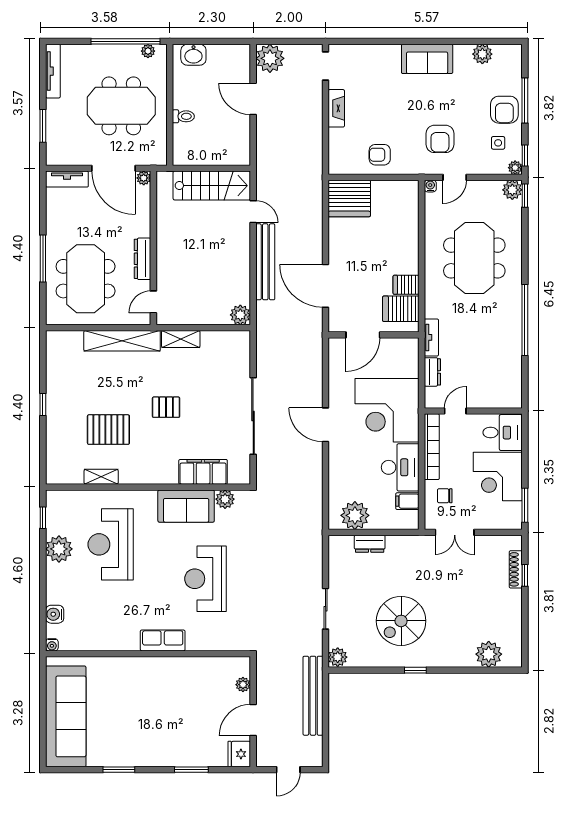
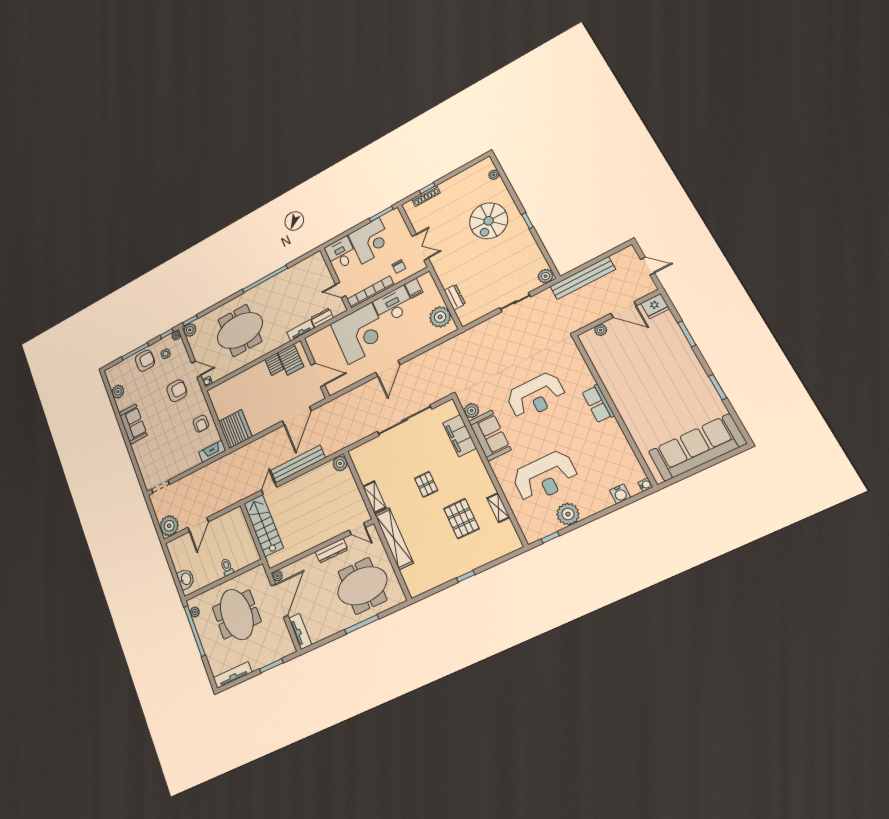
fireplace: (336, 108) -> (212, 451), moved
spiral stairs: (401, 621) -> (489, 221), moved, turned 90
plant: (489, 654) -> (494, 175), width x0.53, depth x0.53

